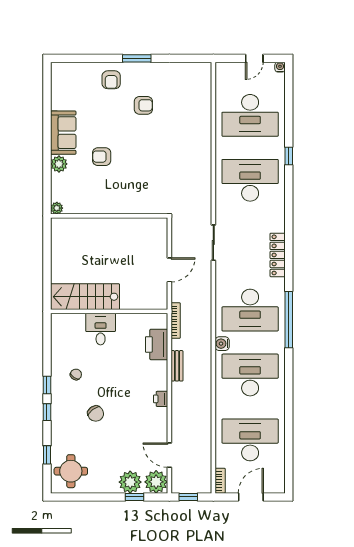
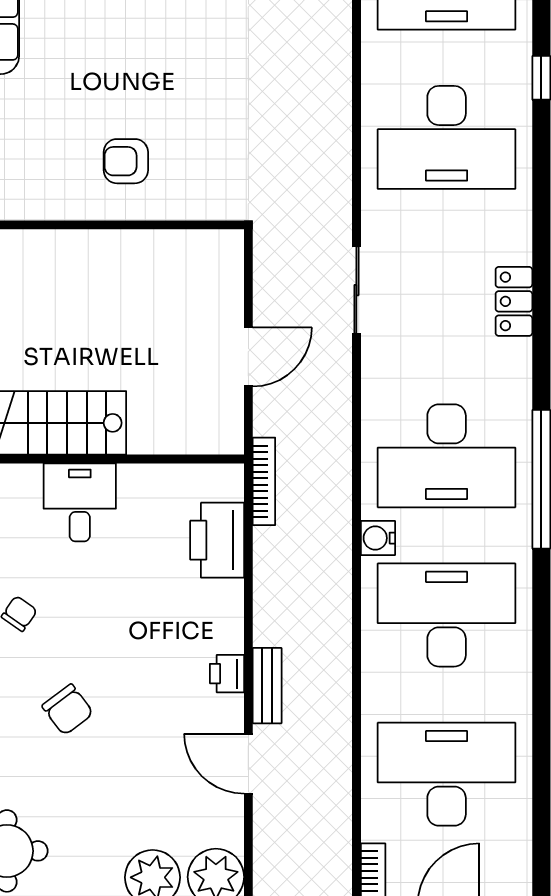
armchair: (102, 157) -> (126, 161), moved
desk: (250, 180) -> (447, 137), turned 180
locker: (278, 255) -> (514, 301), width x0.66
bench: (177, 366) -> (267, 686), moved
door: (169, 455) -> (248, 764), moved

